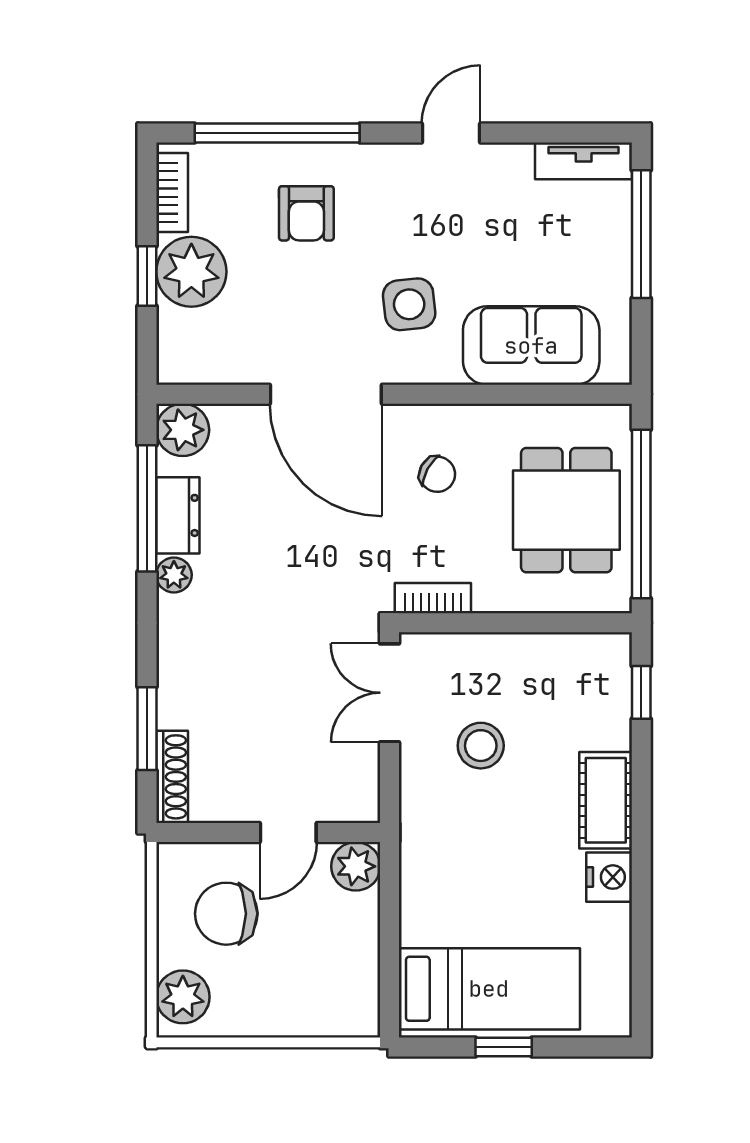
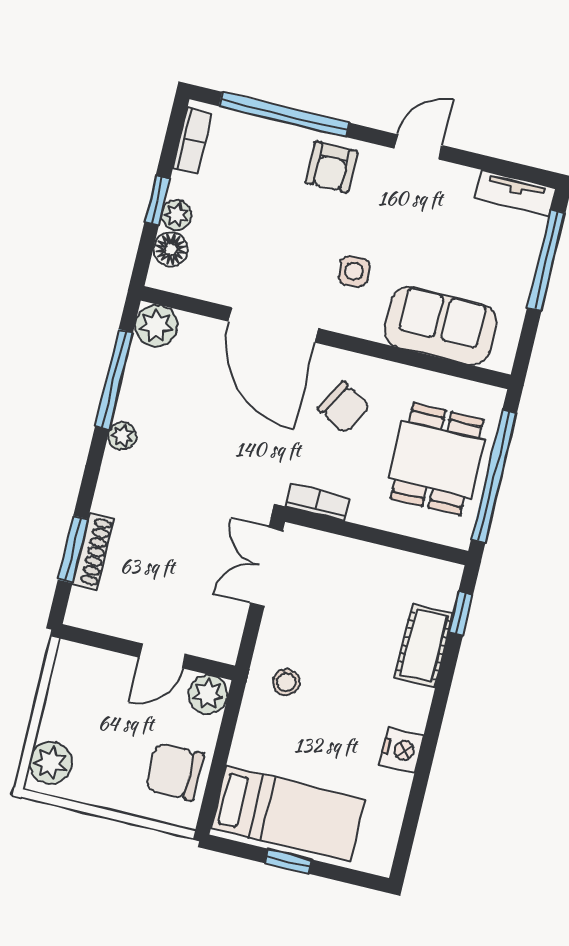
armchair: (306, 213) -> (331, 167), moved
plant: (191, 272) -> (177, 215), width x0.53, depth x0.53
side table: (409, 304) -> (354, 271), width x0.73, depth x0.73
floor lamp: (178, 332) -> (171, 249), added
chair: (437, 474) -> (344, 407), width x1.37, depth x1.37
dresser: (178, 515) -> (136, 391), removed
stool: (481, 746) -> (286, 682), moved, width x0.73, depth x0.73
shoe rack: (172, 777) -> (93, 551), moved
cot: (606, 800) -> (424, 646), moved
chair: (226, 914) -> (175, 772), moved

